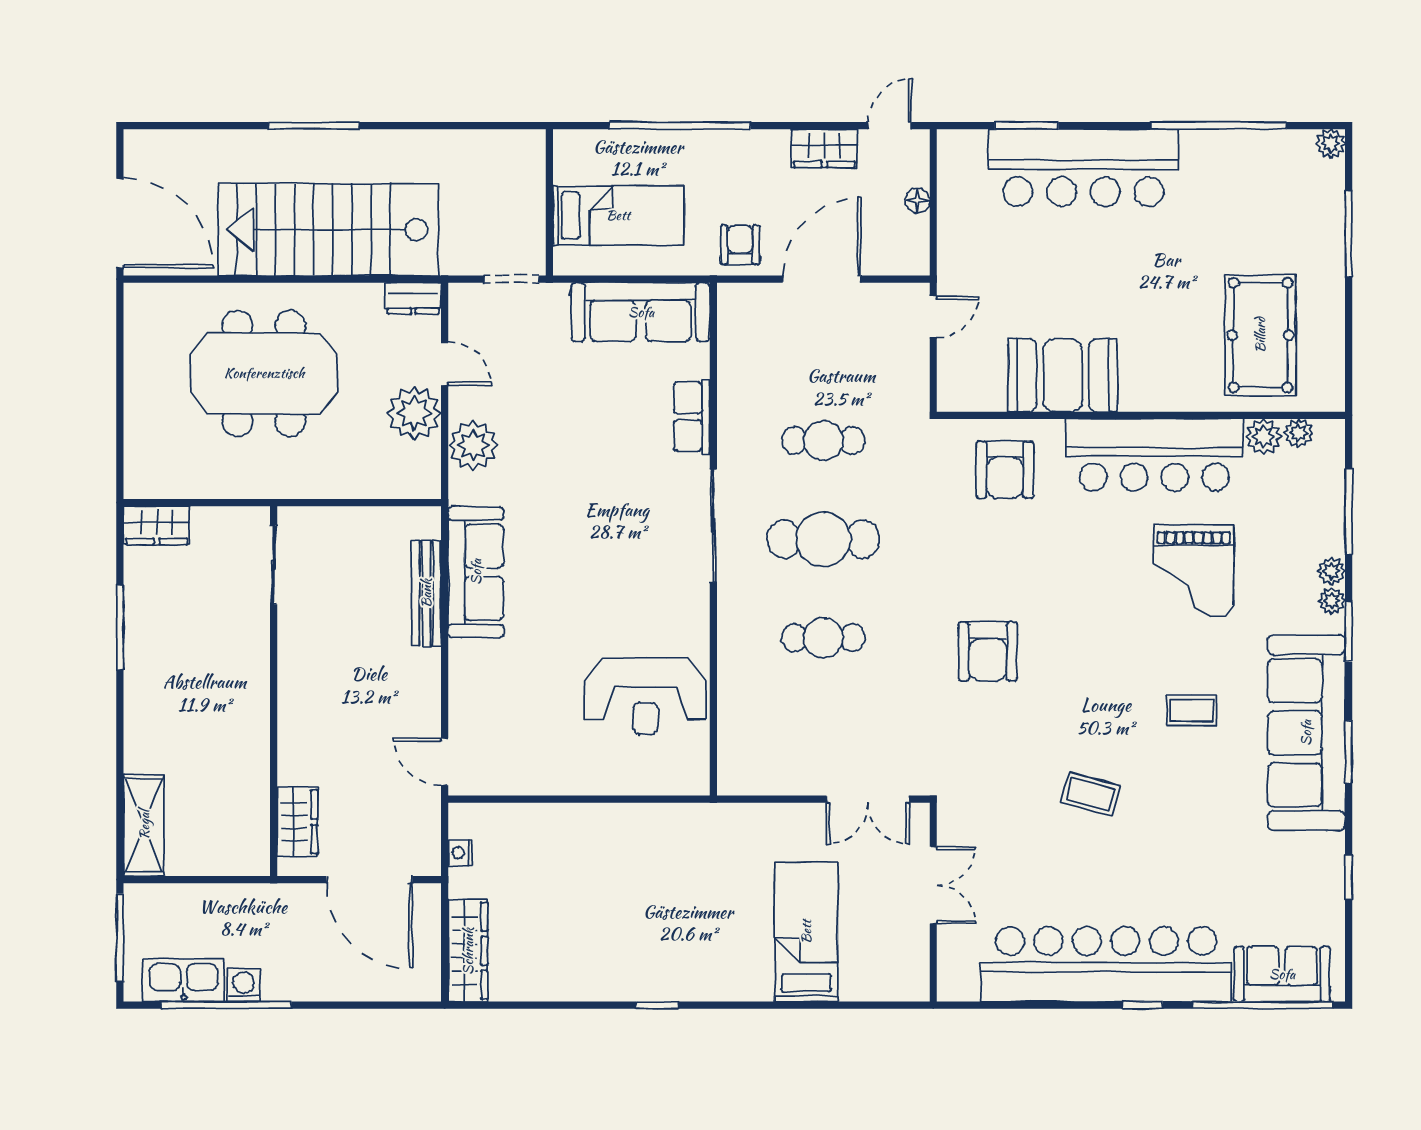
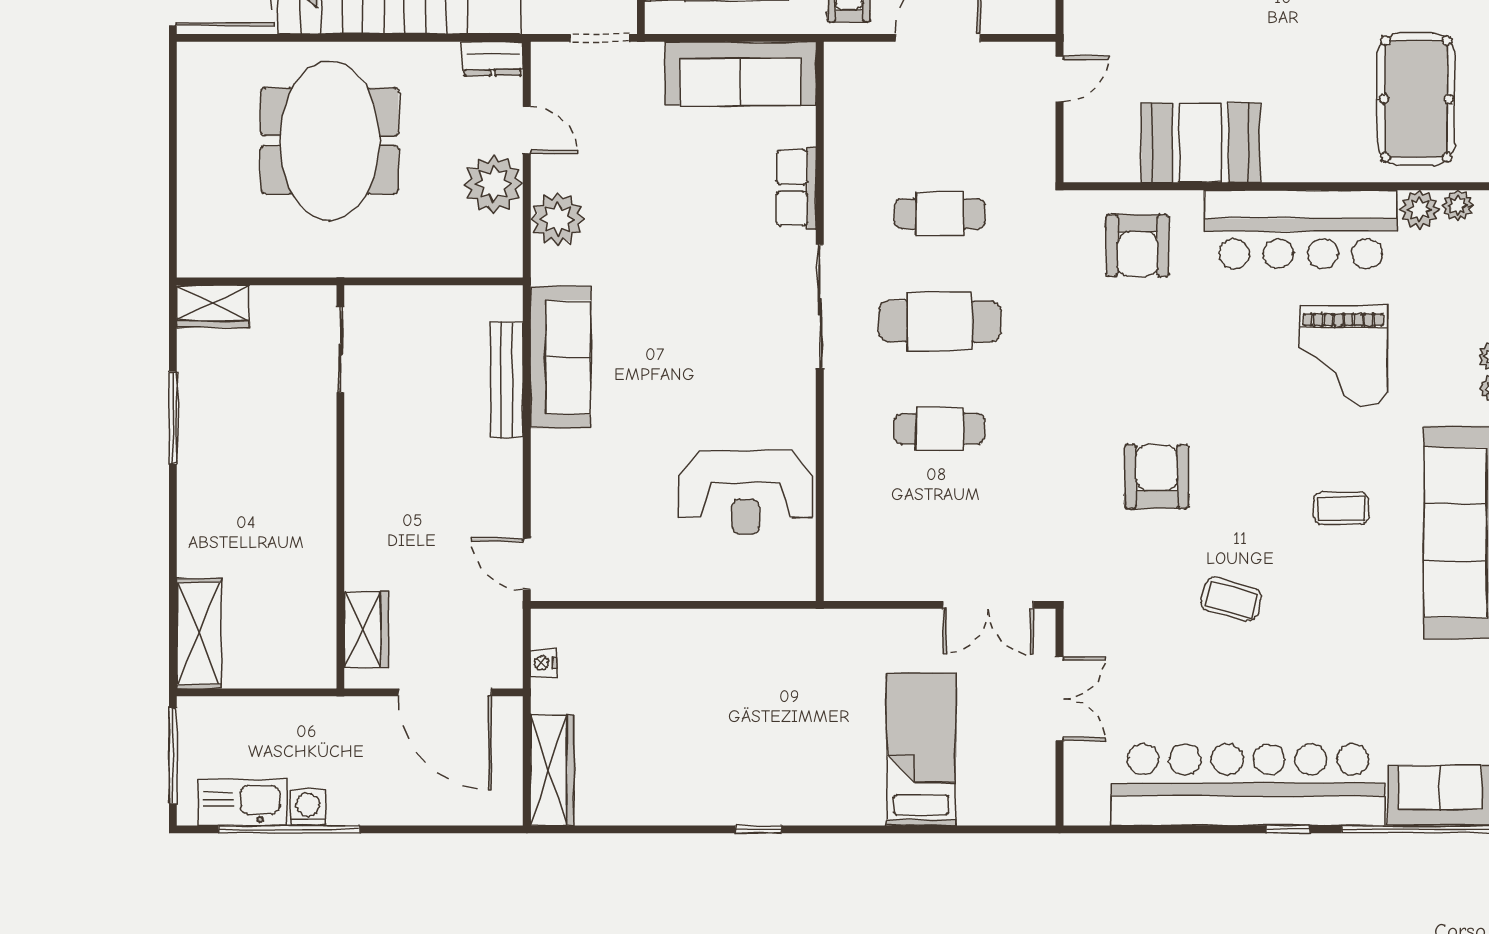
meeting table: (264, 373) -> (330, 141), turned 90
armchair: (988, 652) -> (1157, 477), moved, turned 180

